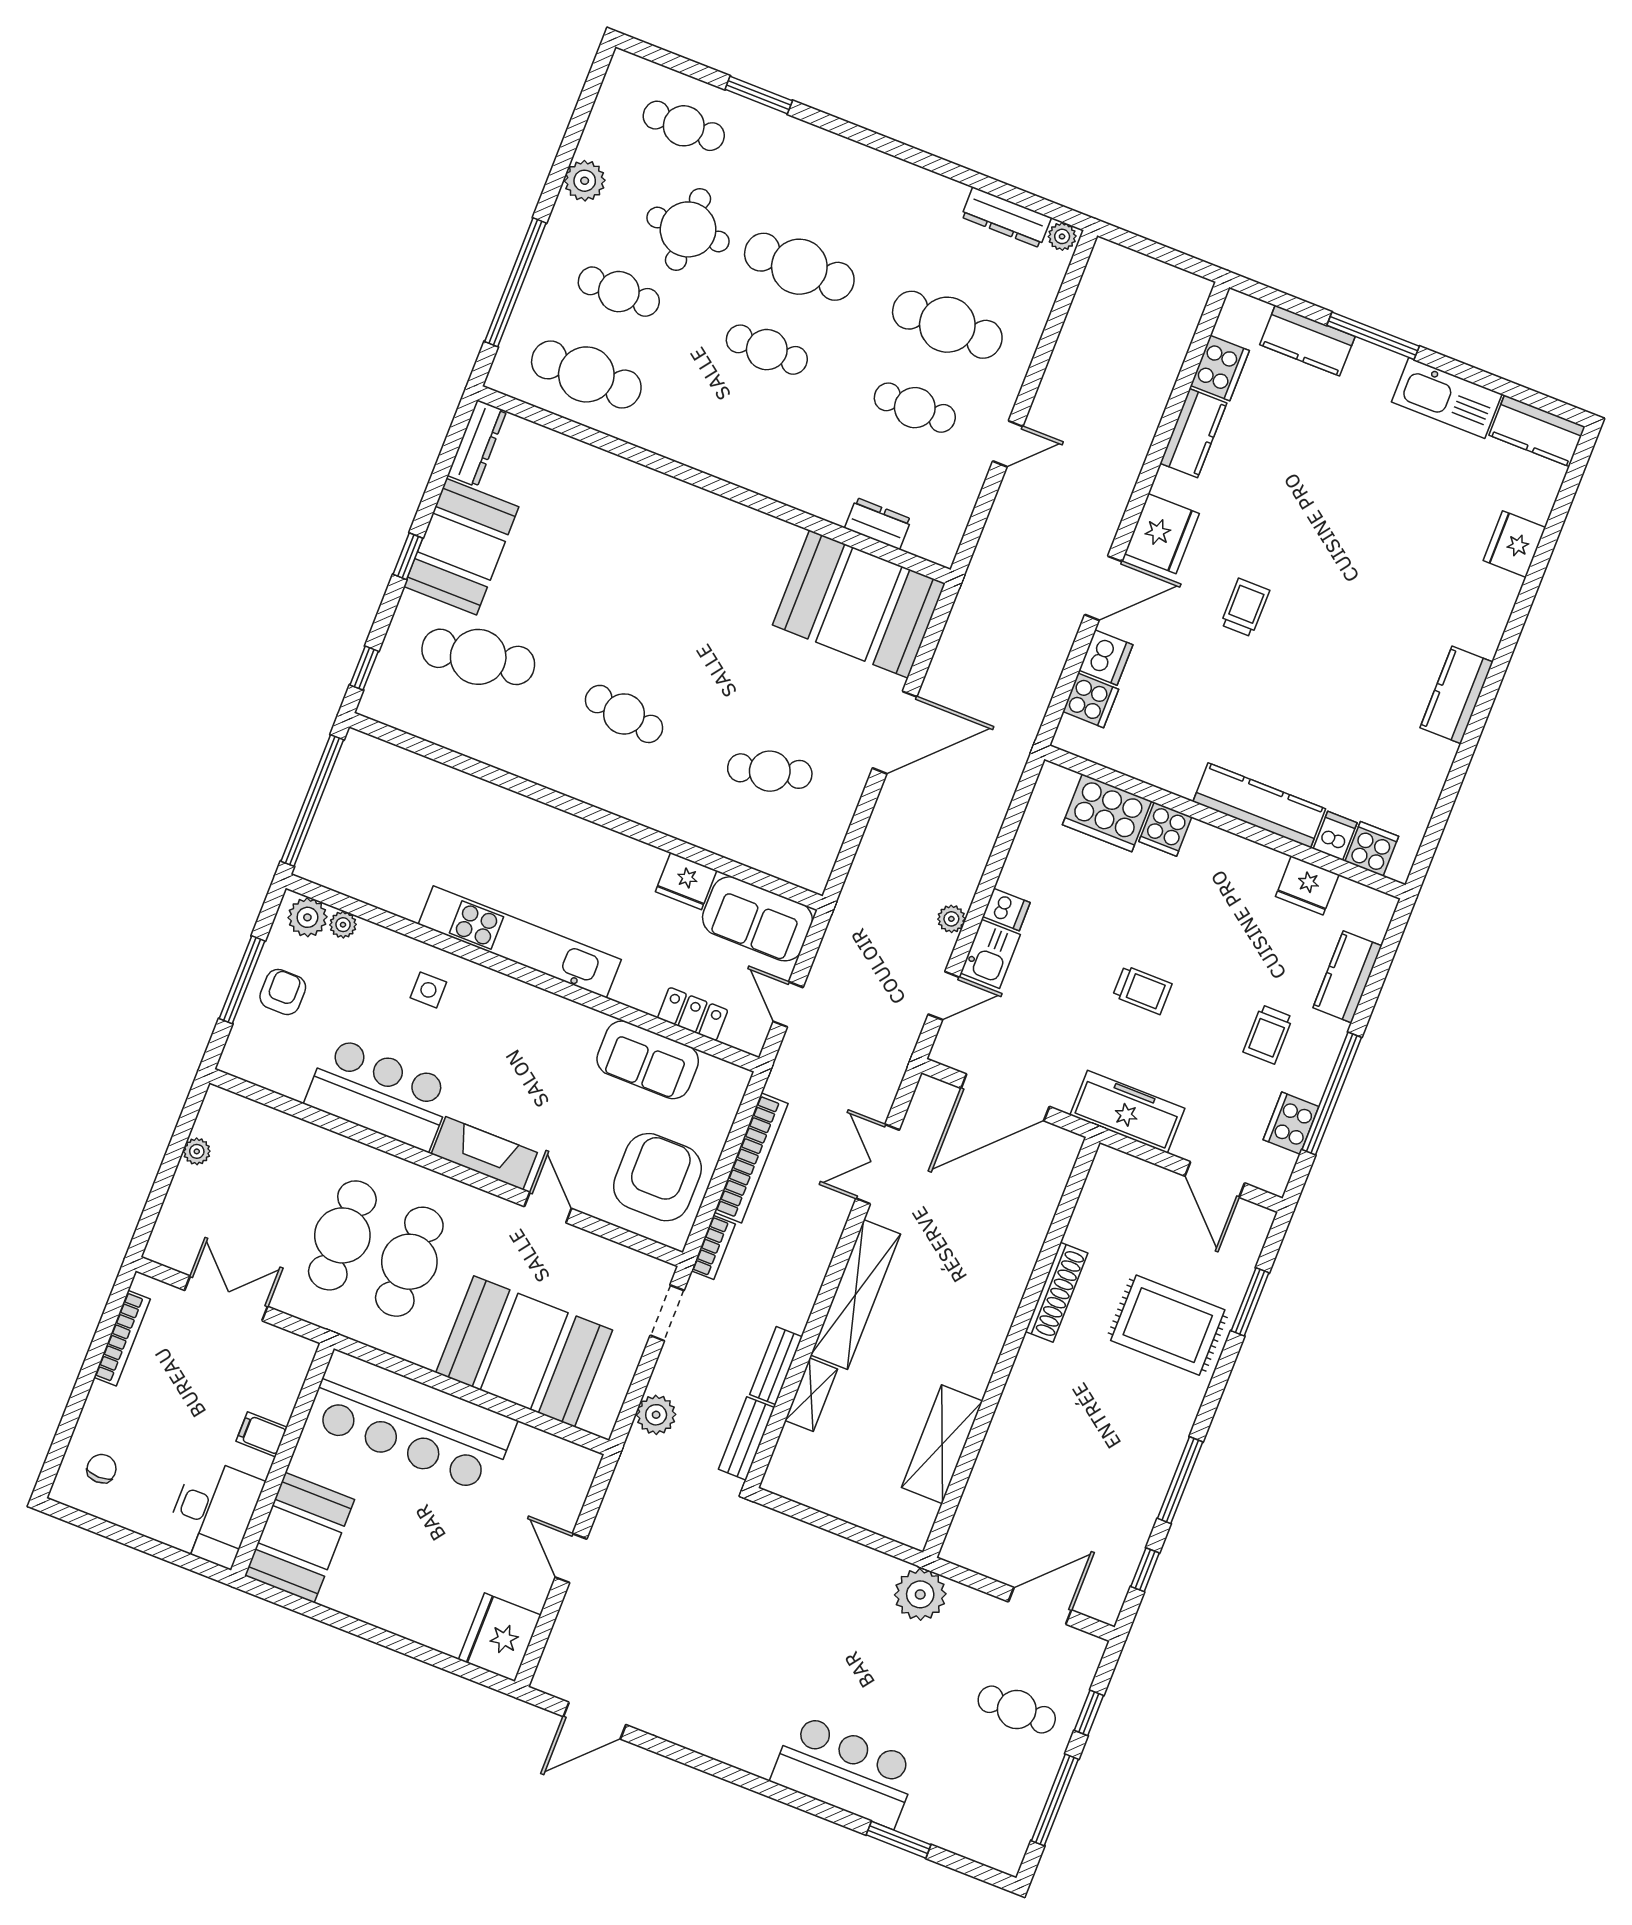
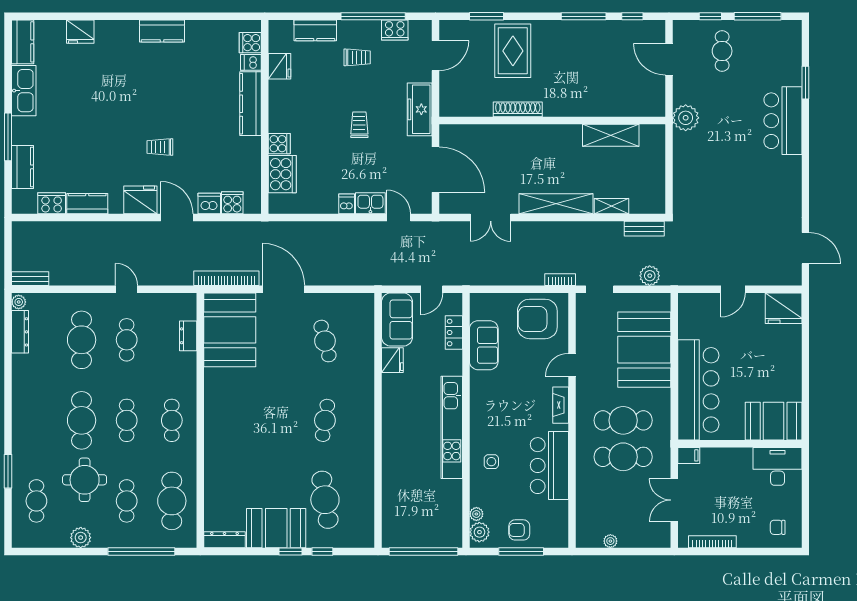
cafe table: (734, 432) -> (172, 420), added
window: (364, 668) -> (322, 551), moved
plant: (951, 919) -> (361, 228), removed
fireplace: (484, 1153) -> (561, 405), width x0.73, depth x0.76
bookcase: (751, 1158) -> (226, 278), moved
bench: (776, 1366) -> (30, 279), moved
filing cabinet: (262, 1434) -> (689, 455), moved, turned -90

